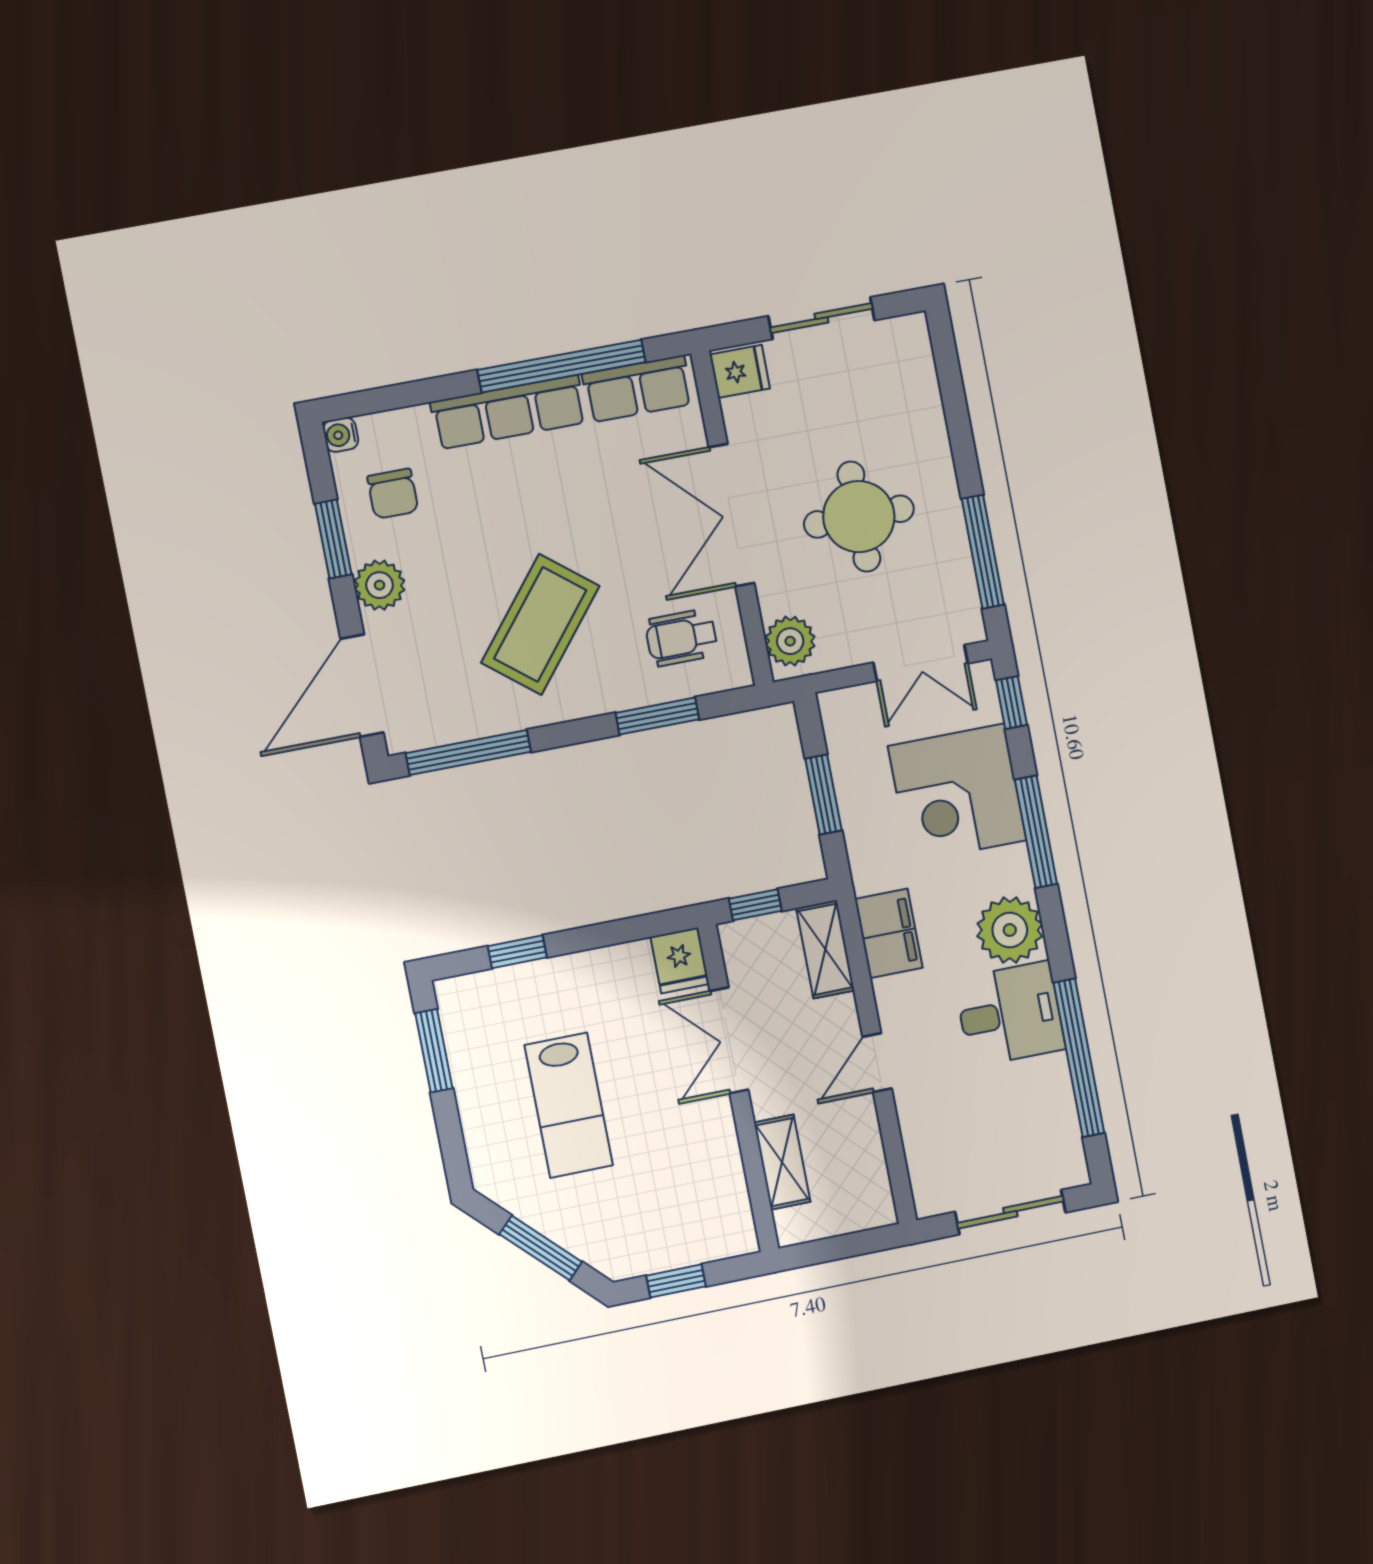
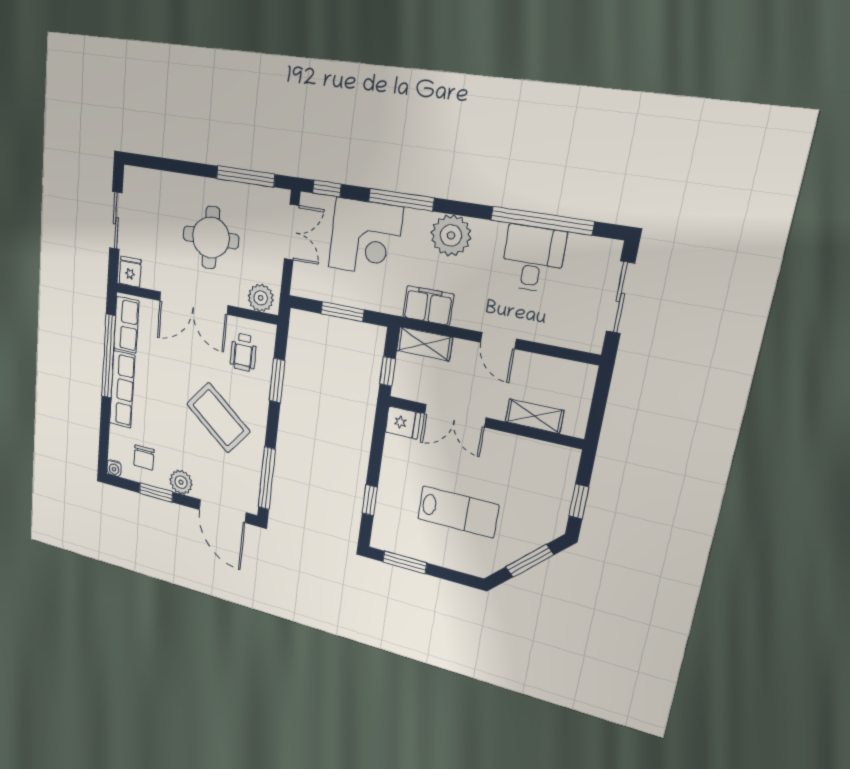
chair: (393, 494) -> (144, 457), turned 90
desk: (1010, 1014) -> (533, 259), moved

